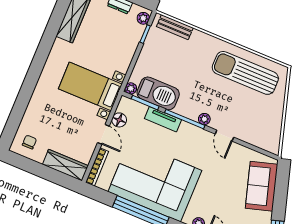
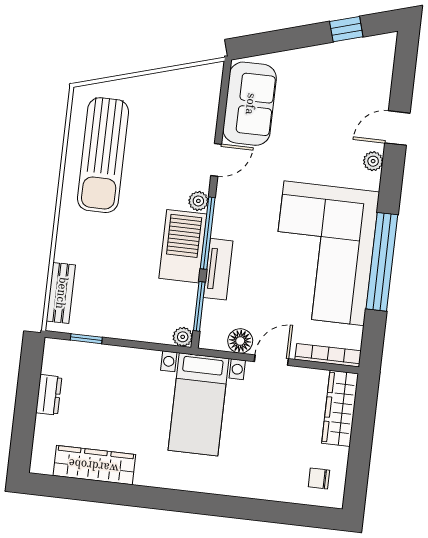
plant: (143, 18) -> (61, 349), removed
barbecue: (158, 93) -> (183, 246), moved
sofa: (262, 186) -> (250, 104), moved, turned -74

